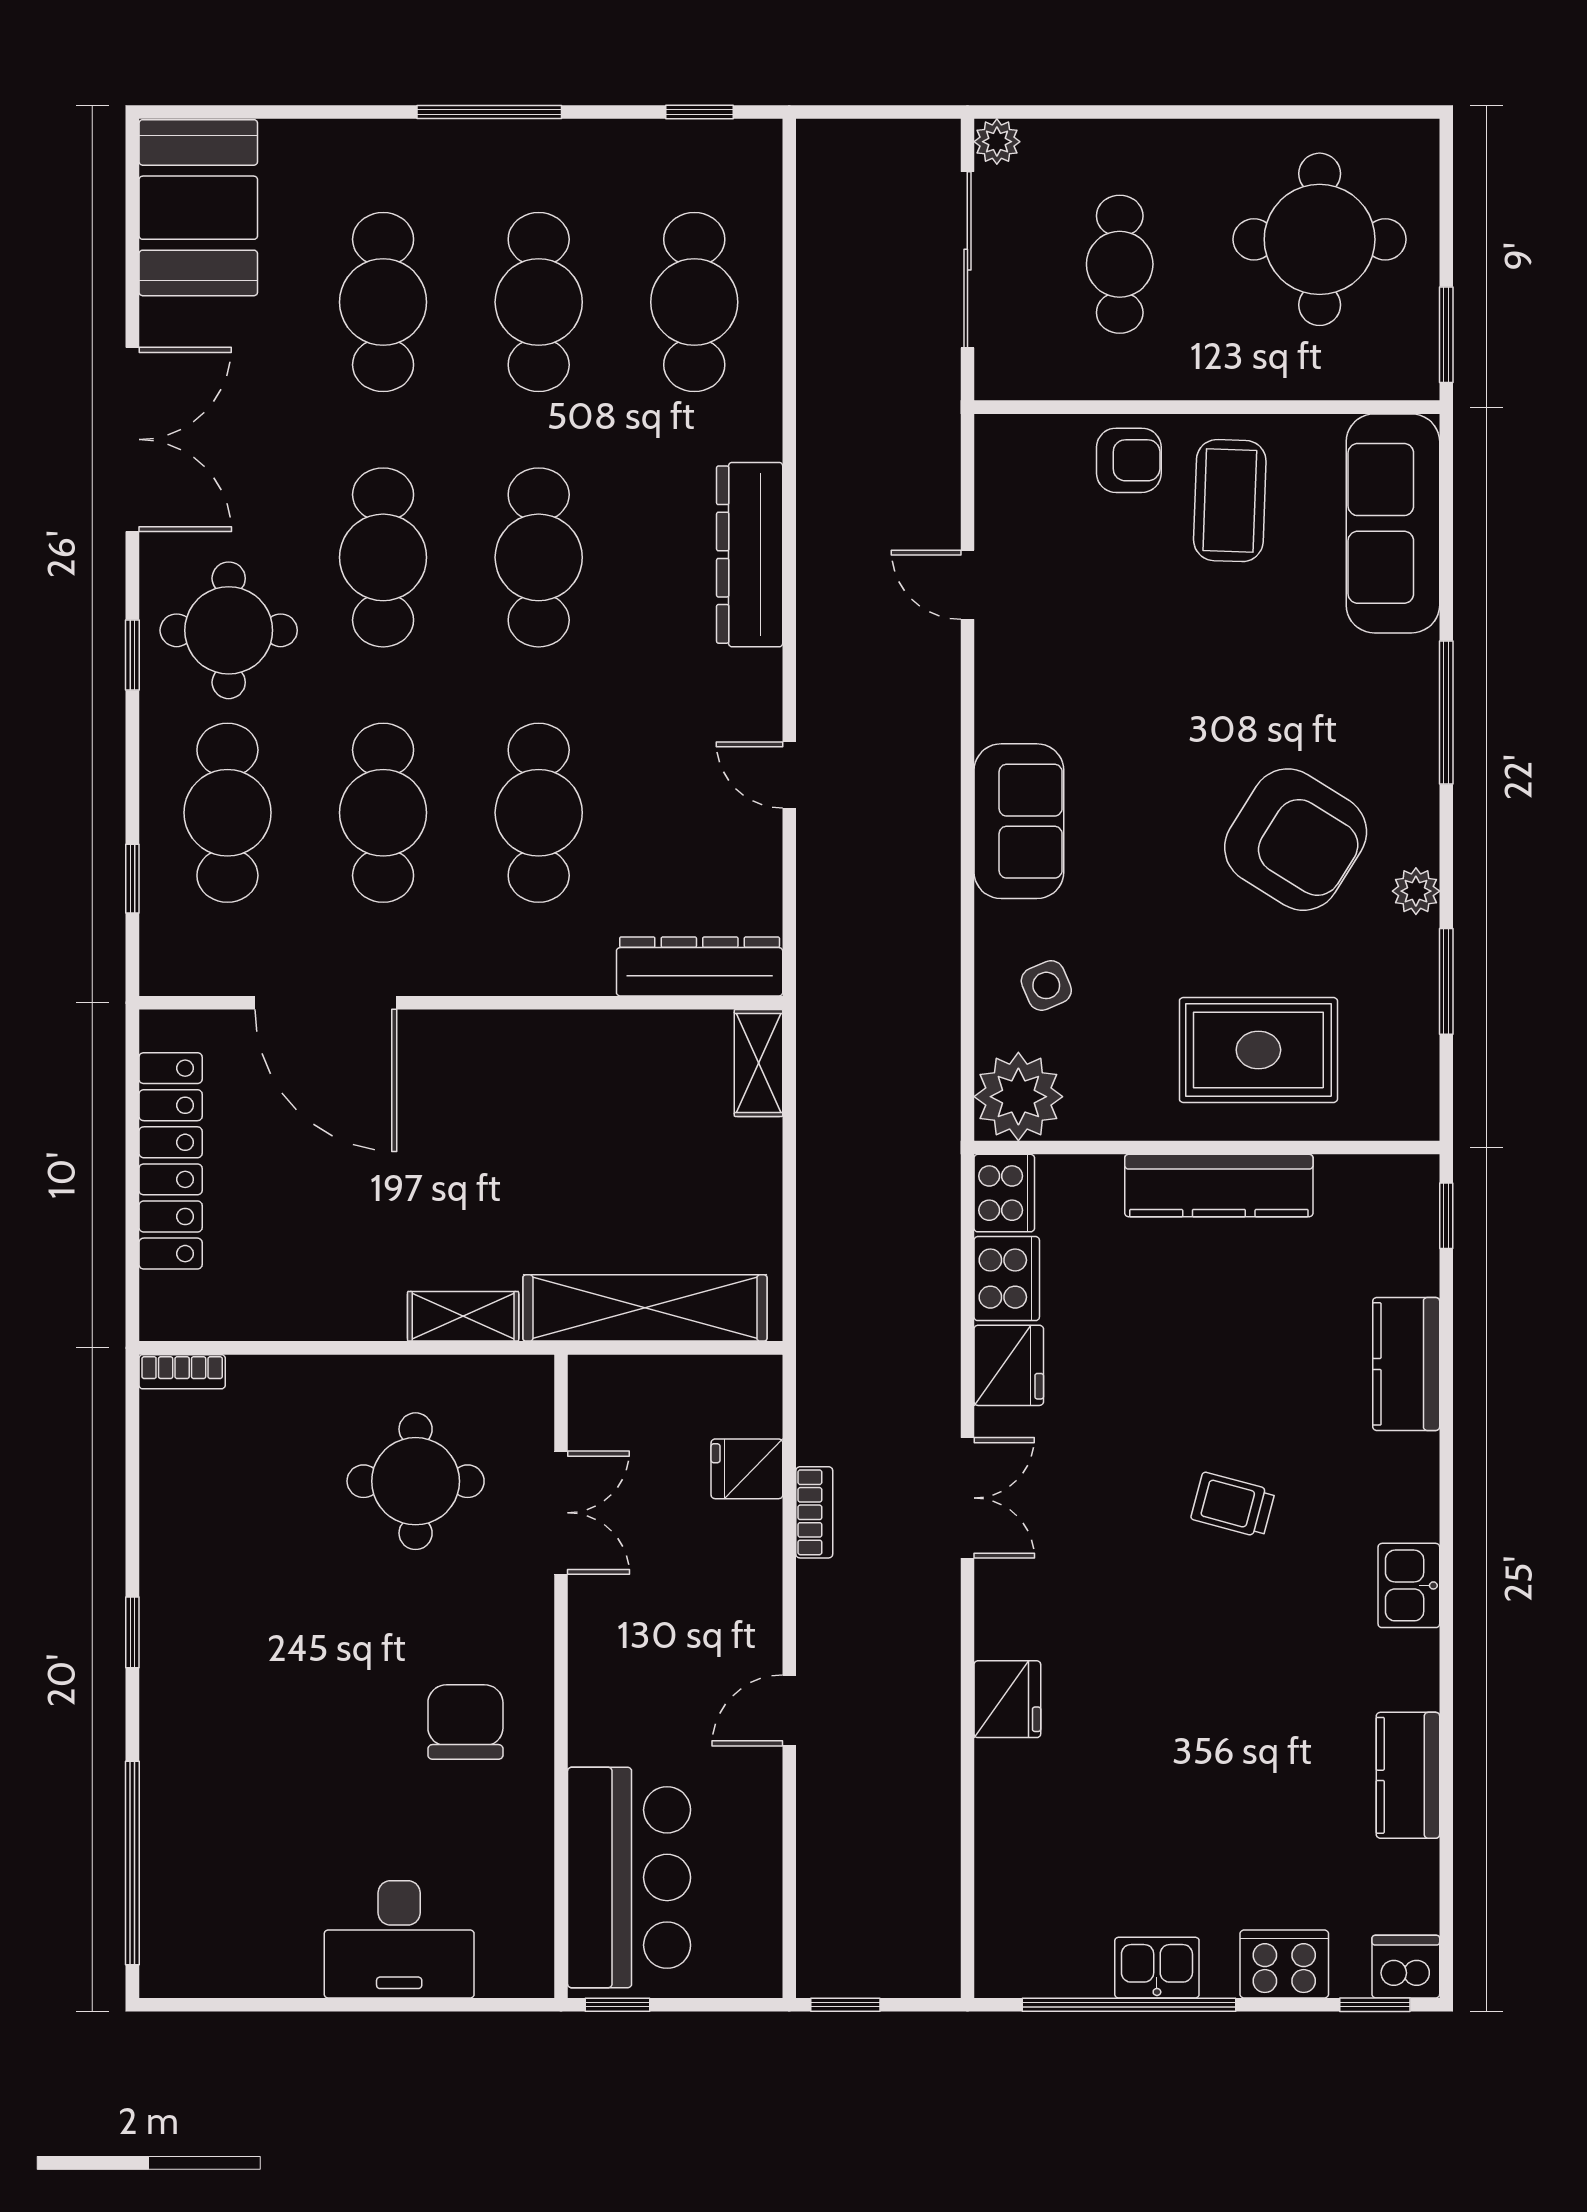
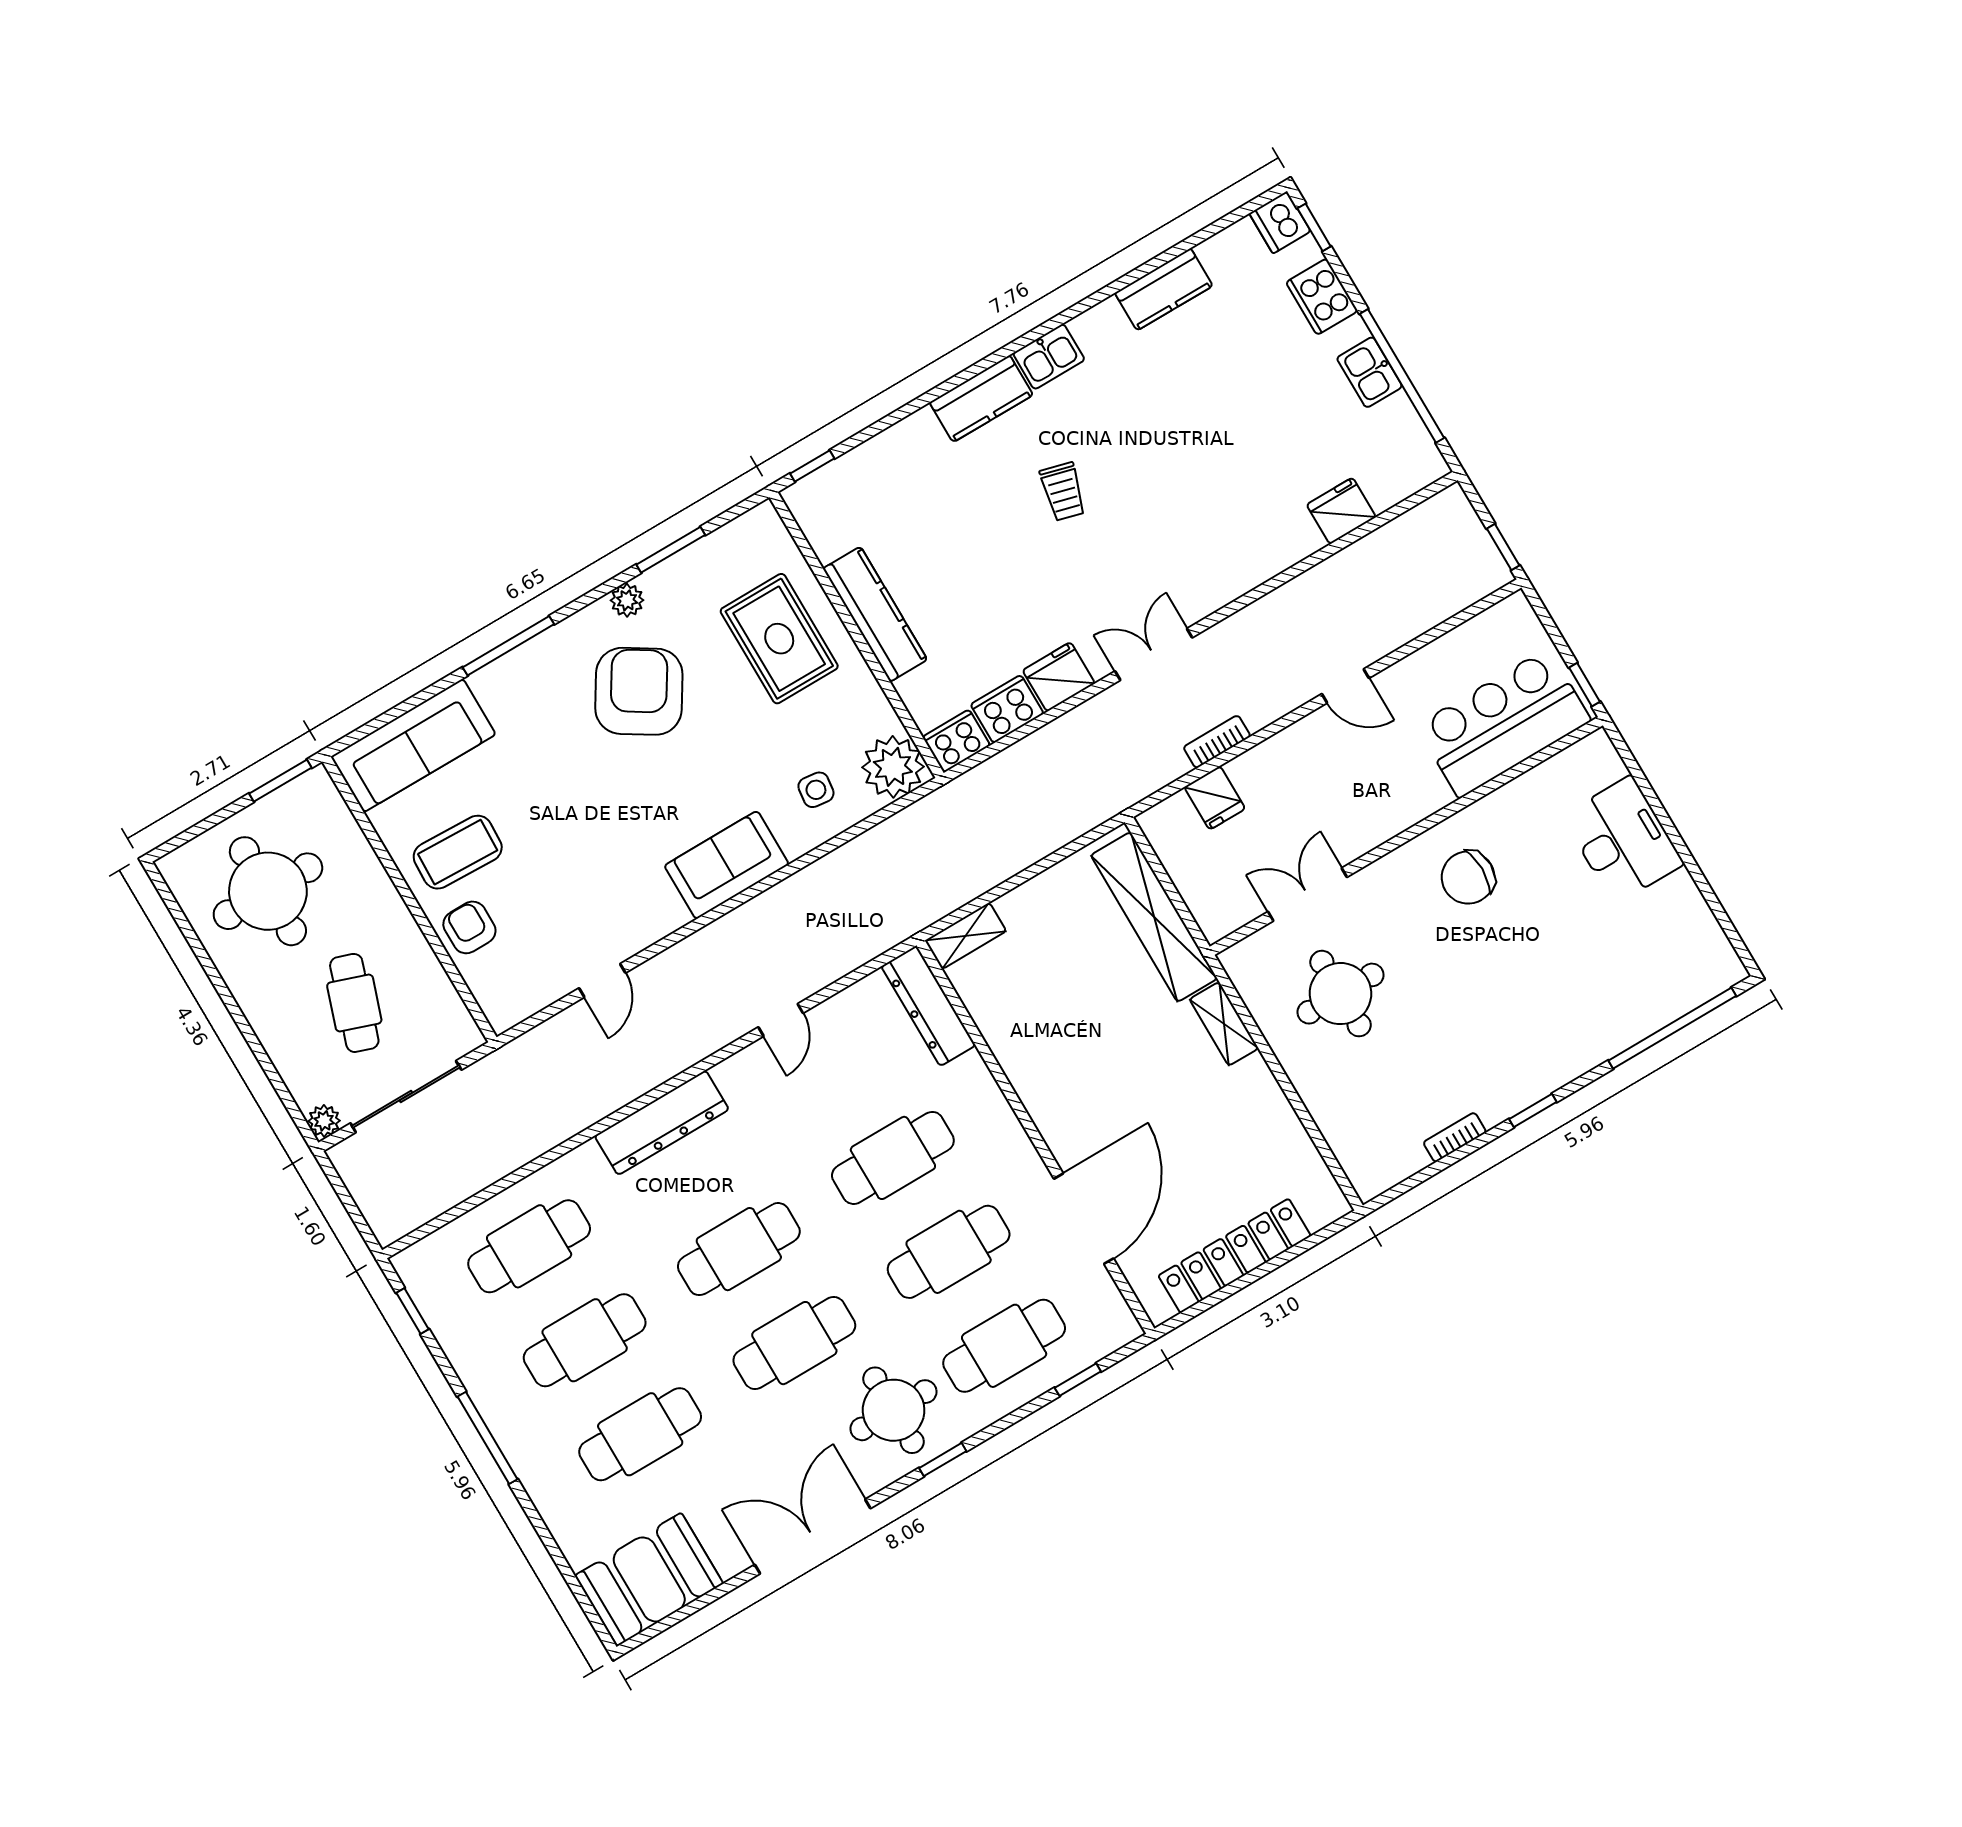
cafe table: (1120, 264) -> (354, 1003), turned -71
side table: (1046, 985) -> (816, 790), turned 30
kitchen counter: (1406, 1364) -> (981, 399), moved
bookcase: (182, 1372) -> (1455, 1137), moved, turned -90
fridge: (1007, 1699) -> (1341, 511), moved

